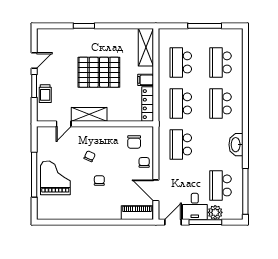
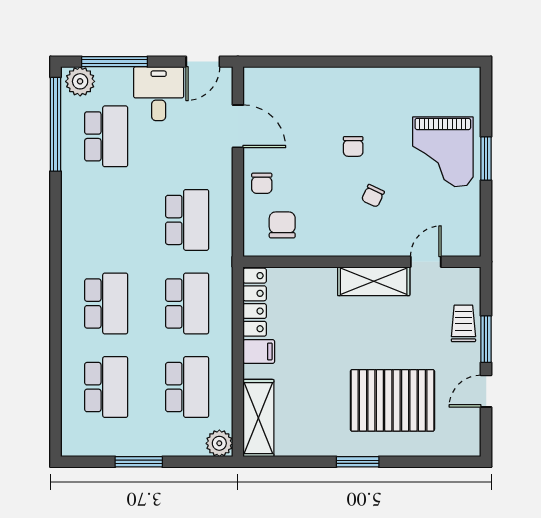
window: (84, 26) -> (358, 462), moved
window: (205, 26) -> (139, 462), width x0.69
plant: (165, 35) -> (219, 443), added
pallet: (99, 72) -> (392, 400), moved
washbasin: (236, 145) -> (75, 220), removed
window: (34, 175) -> (486, 159), width x0.47
plant: (215, 212) -> (80, 81), moved
piano: (137, 213) -> (276, 81), removed
window: (205, 222) -> (115, 62), moved

